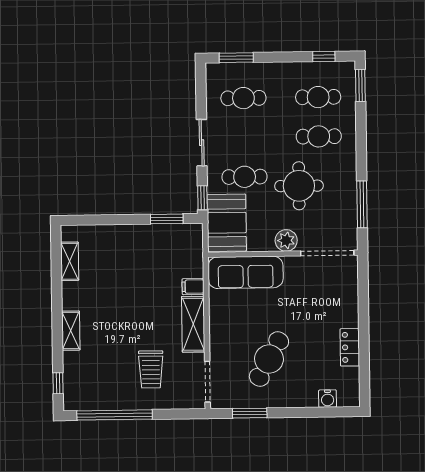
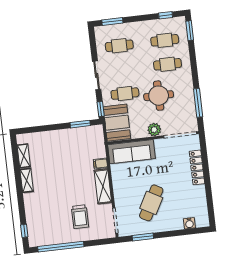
shelving: (71, 331) -> (27, 180), moved
locker: (350, 347) -> (197, 167), moved, width x1.53

